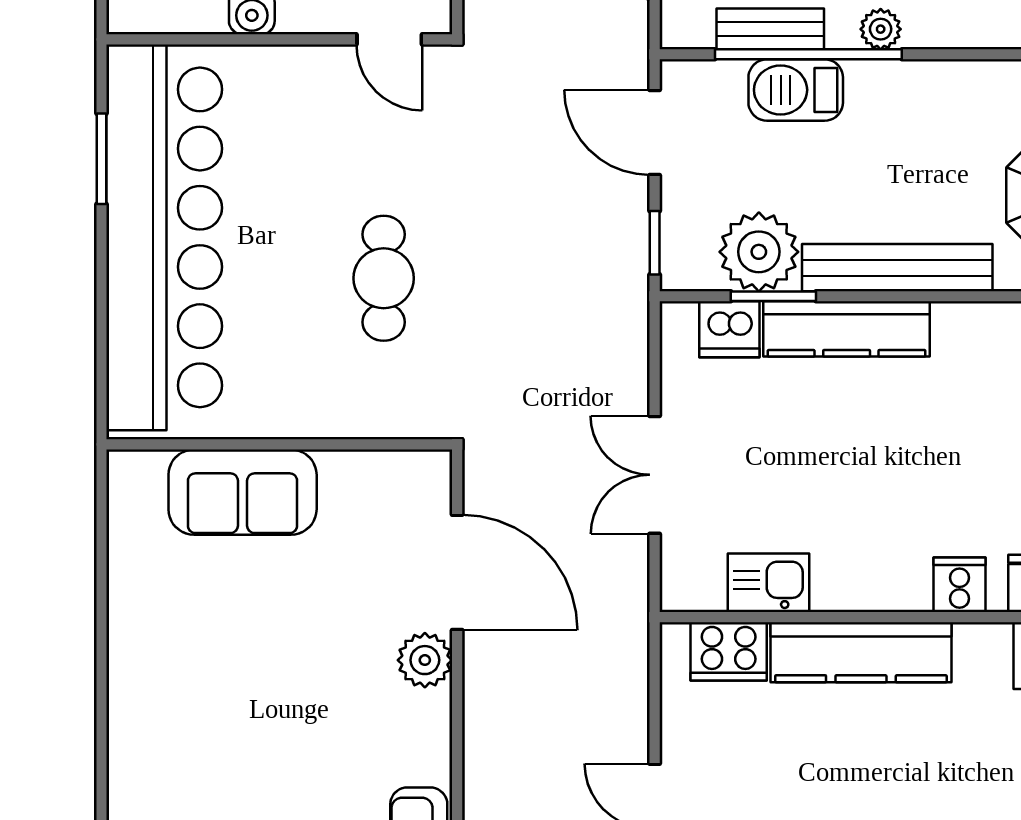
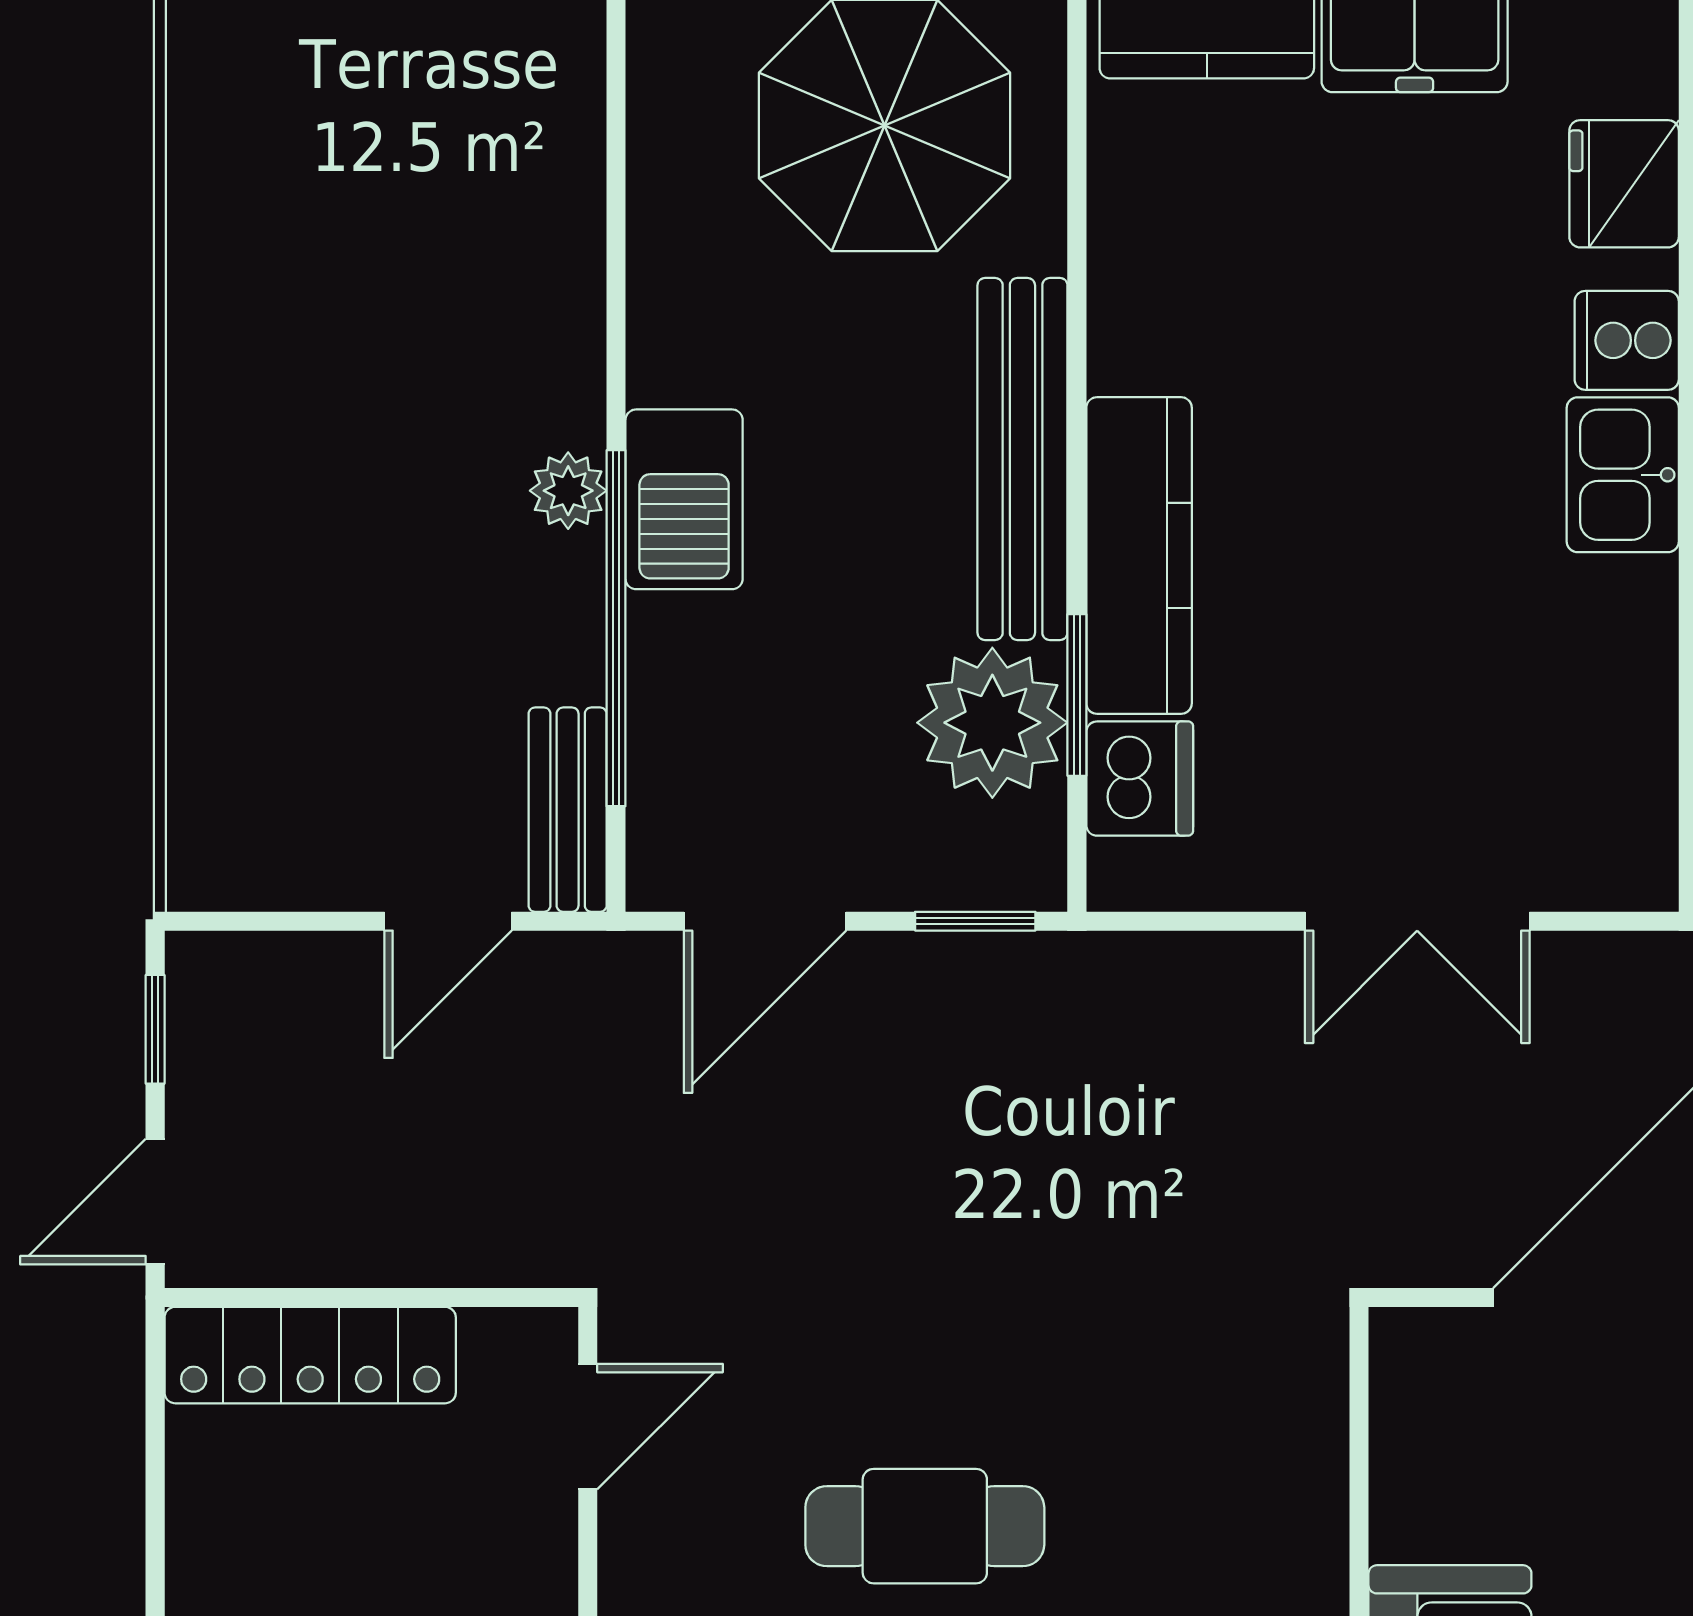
bench: (770, 29) -> (568, 810), moved
barbecue: (796, 90) -> (684, 499), moved
cafe table: (384, 278) -> (925, 1526), moved
kitchen sink: (768, 583) -> (1623, 475), moved

